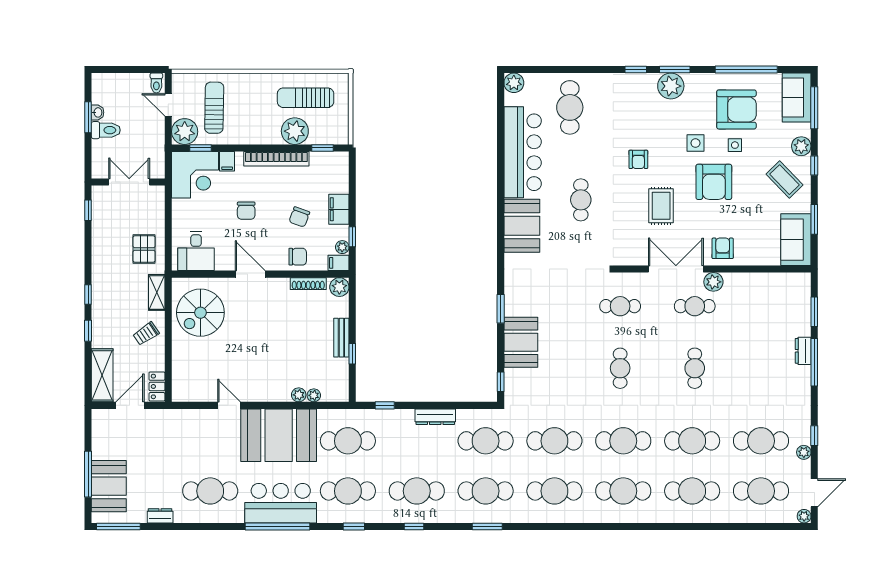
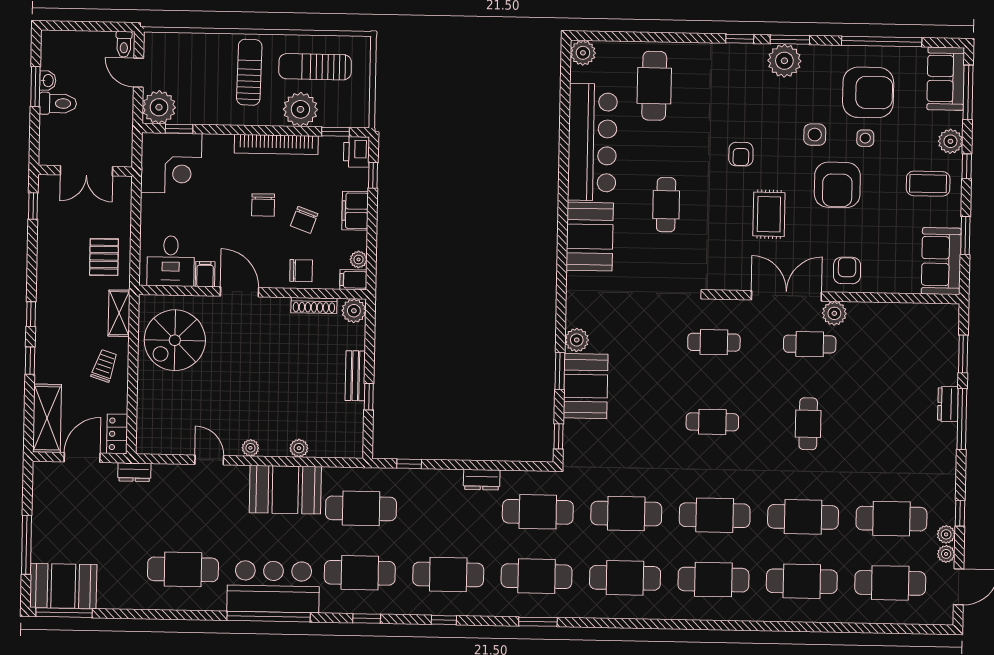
sun lounger: (214, 108) -> (249, 72), moved
filing cabinet: (227, 161) -> (205, 274), moved, turned 180
printer: (339, 163) -> (356, 152), added
coffee table: (784, 180) -> (928, 184), turned -46
double door: (129, 182) -> (86, 171), swing flipped
chair: (246, 211) -> (263, 205), moved
window: (352, 237) -> (373, 175), moved
plant: (513, 306) -> (577, 340), added
window: (501, 309) -> (560, 371), moved
trolley: (146, 334) -> (104, 366), turned 142
cafe table: (620, 368) -> (712, 422), turned 90
plant: (314, 395) -> (250, 448), moved
dresser: (435, 417) -> (482, 480), width x0.70
booth: (279, 435) -> (285, 490), width x0.73, depth x0.70
booth: (109, 486) -> (63, 586), moved, turned 90
dresser: (160, 516) -> (134, 472), moved, turned 180
plant: (804, 516) -> (946, 554), moved

